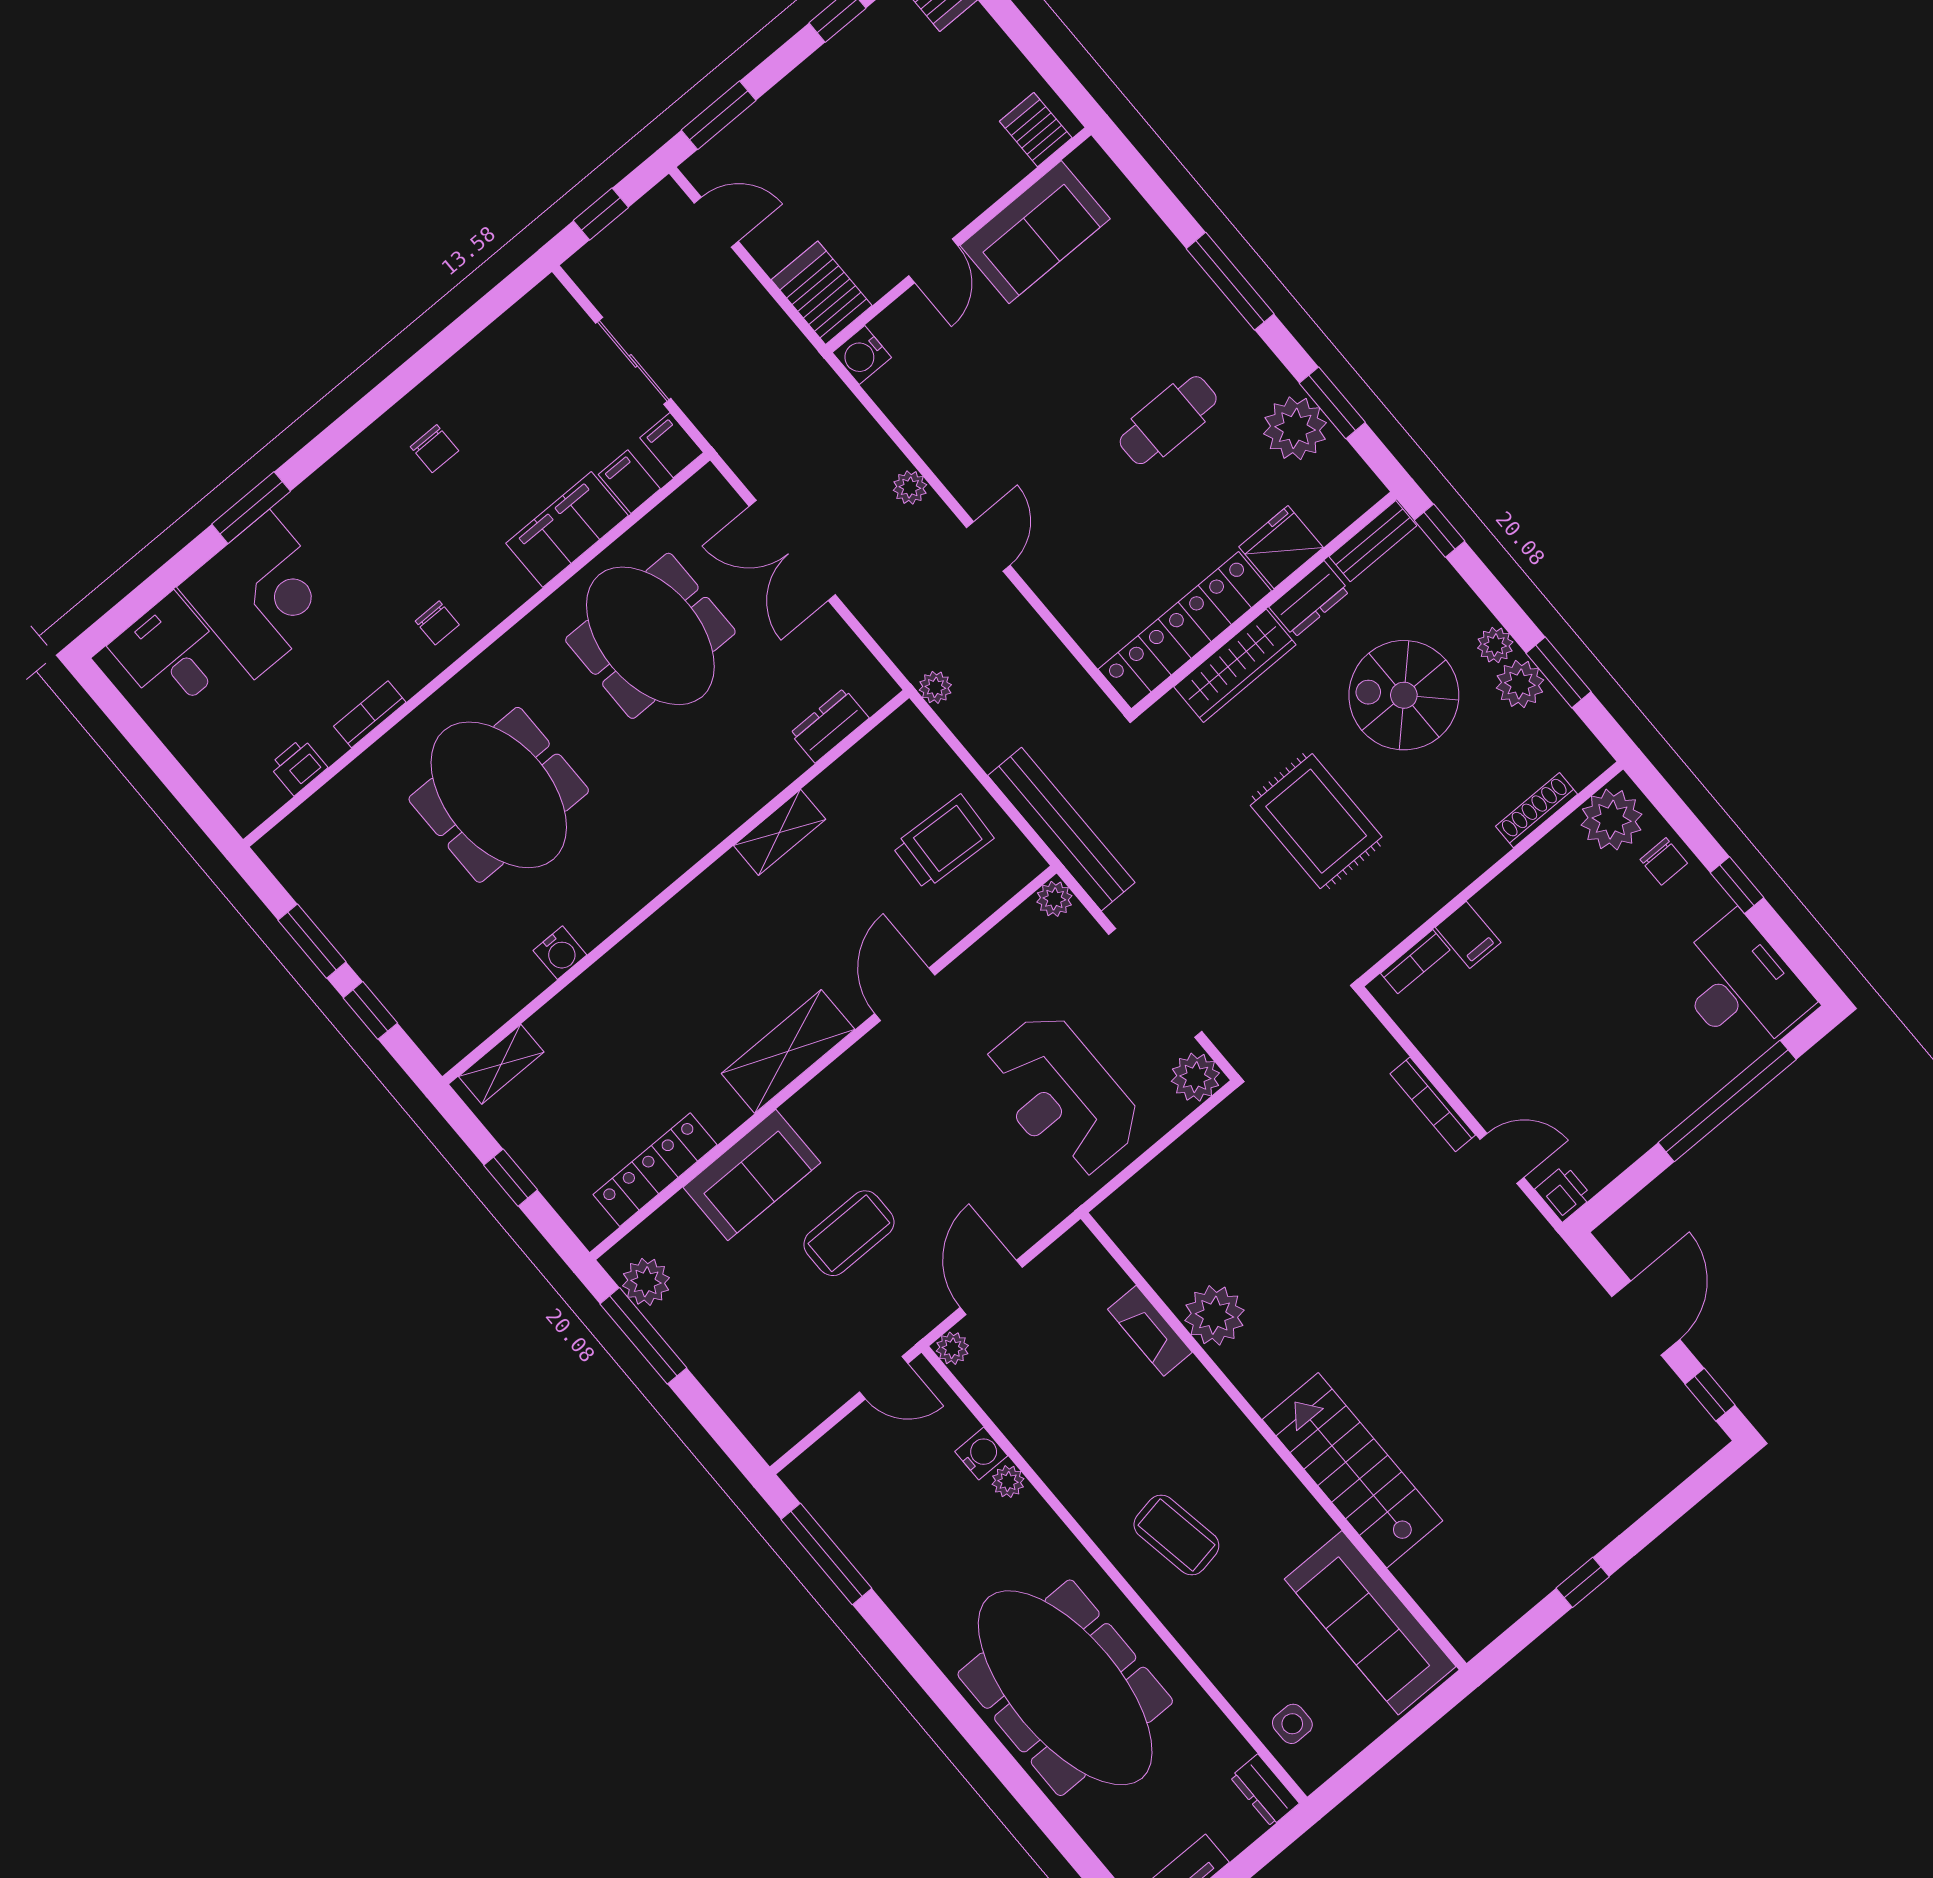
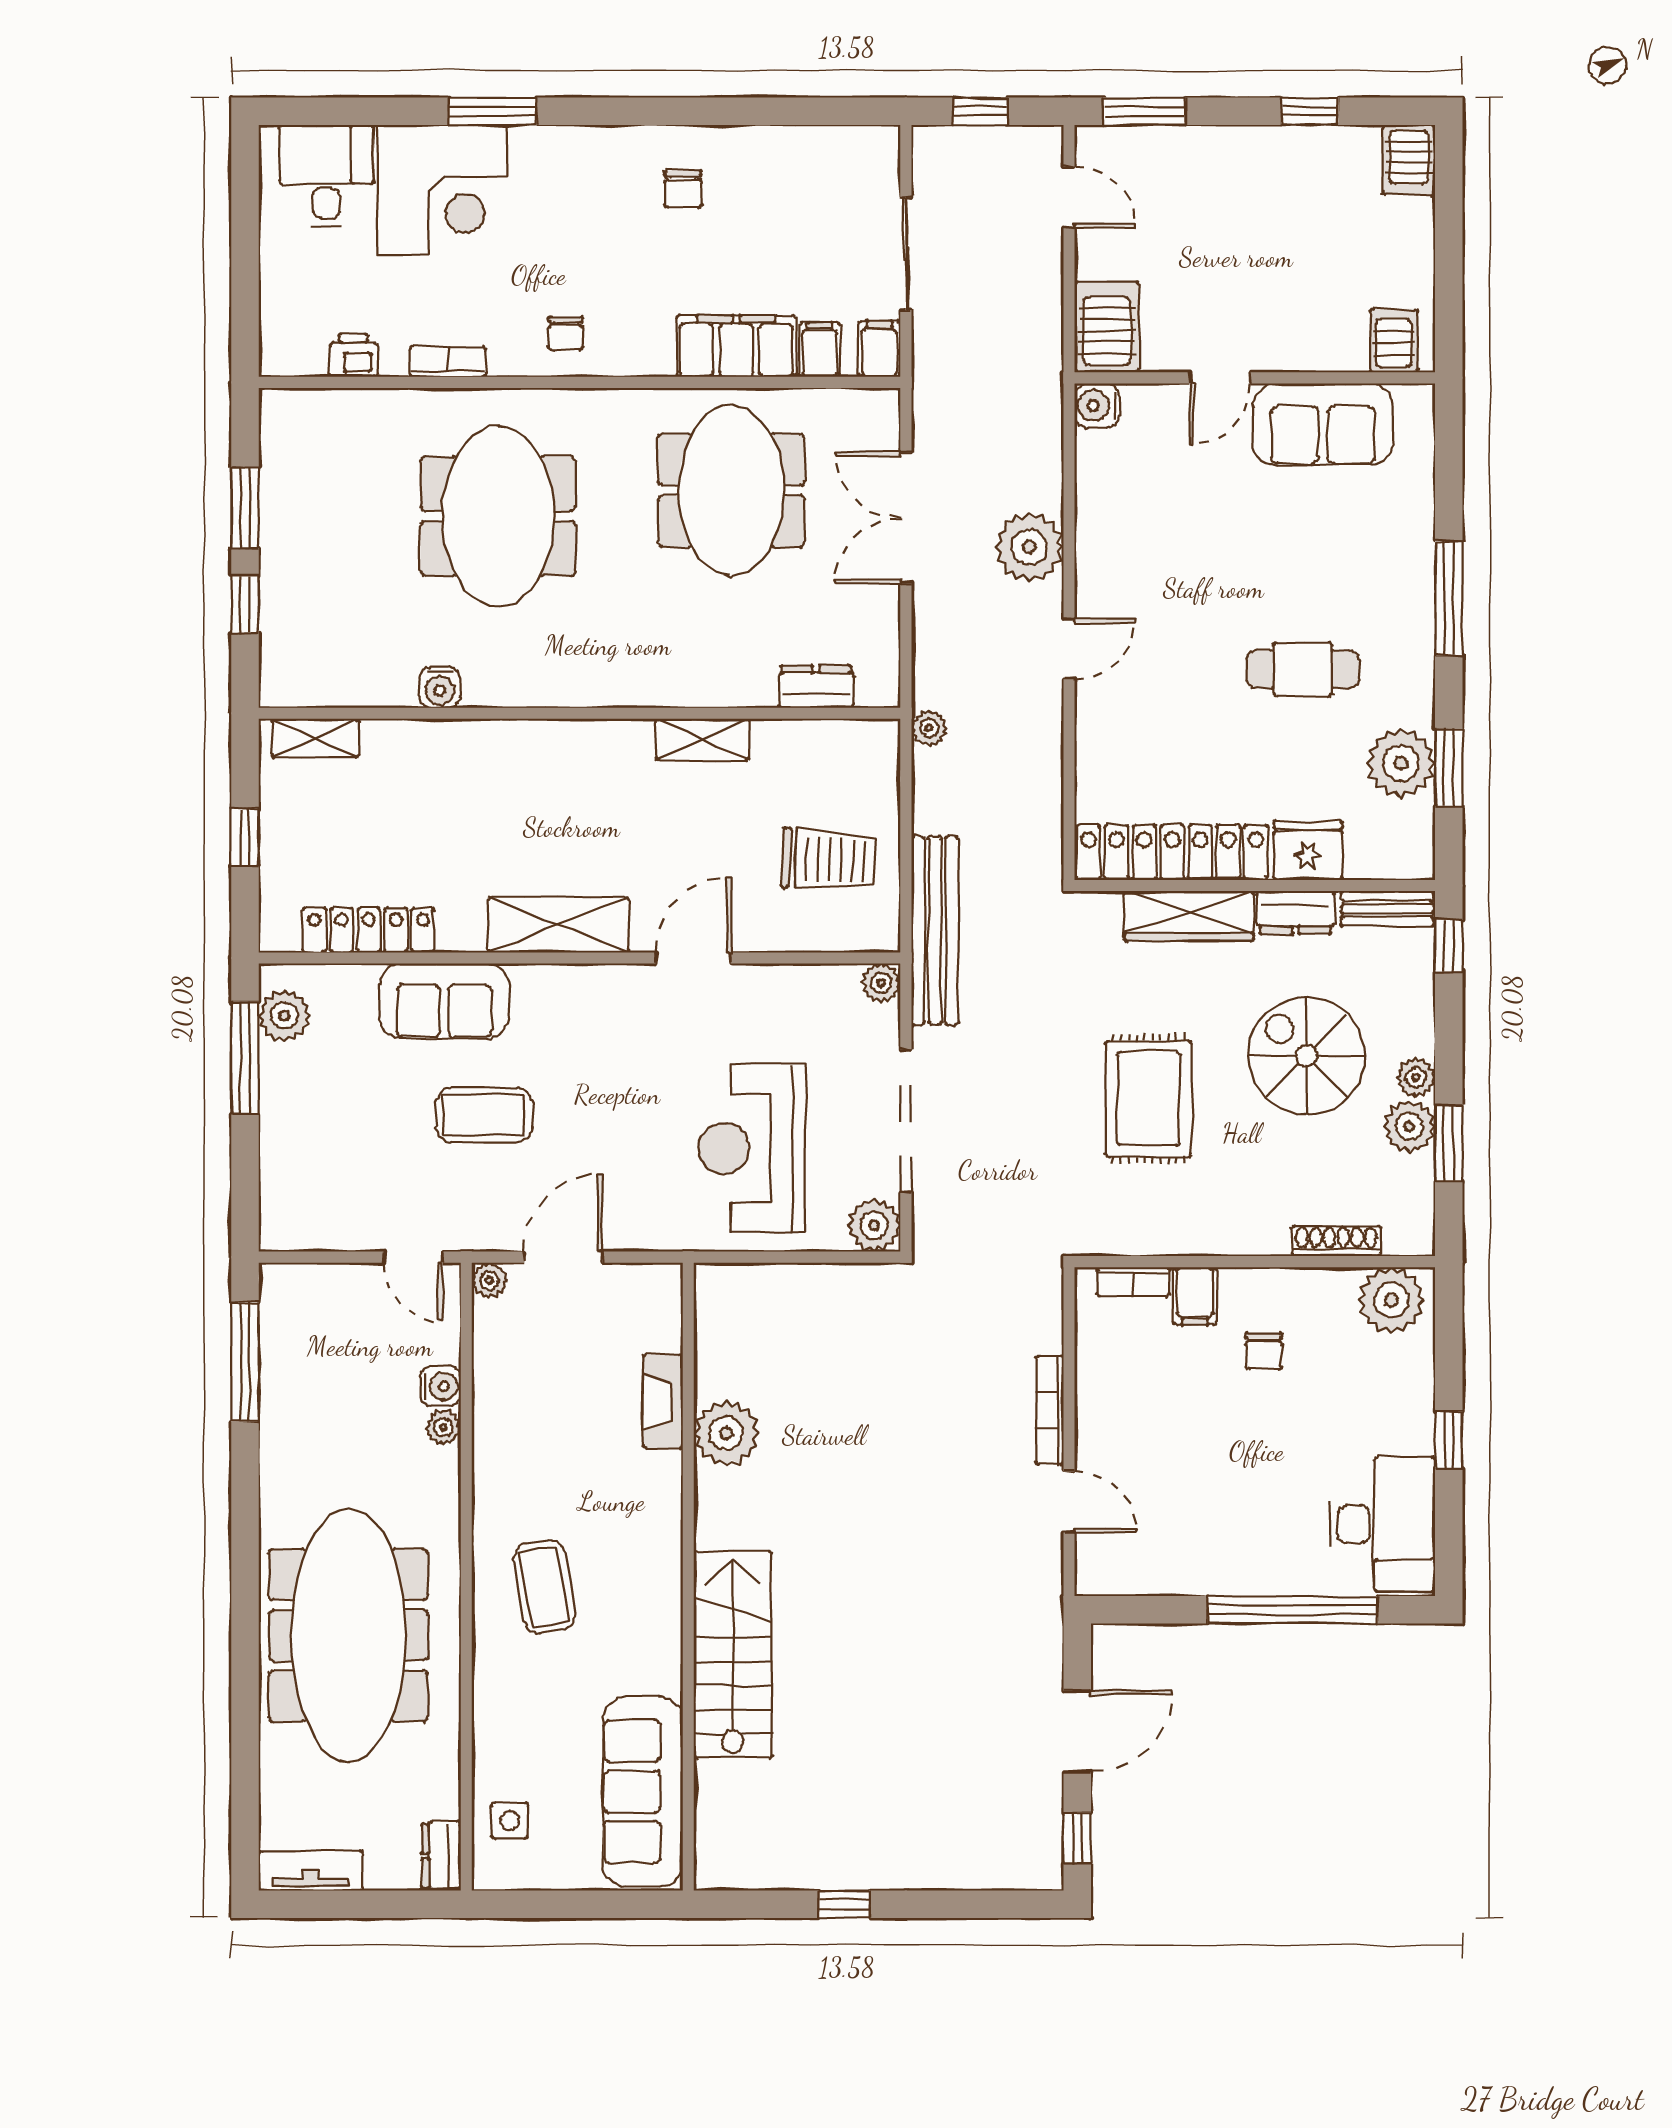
plant: (910, 487) -> (1029, 547), width x1.88, depth x1.88
chair: (1664, 861) -> (1264, 1351), moved
printer: (1564, 1193) -> (1096, 1573), removed

